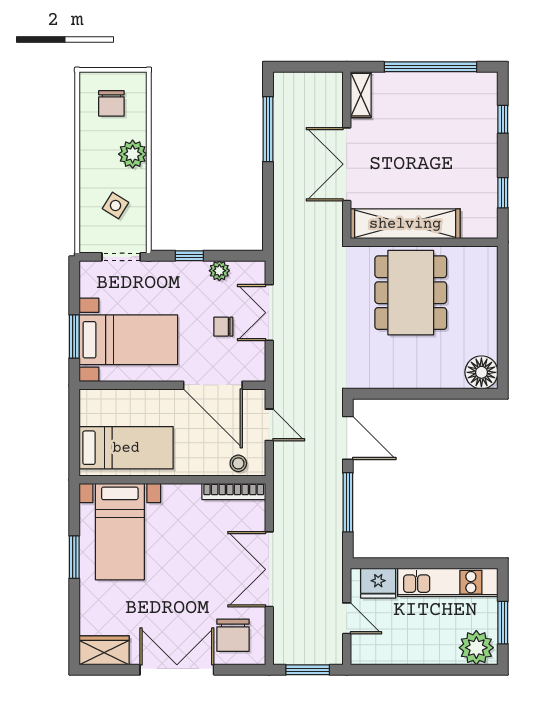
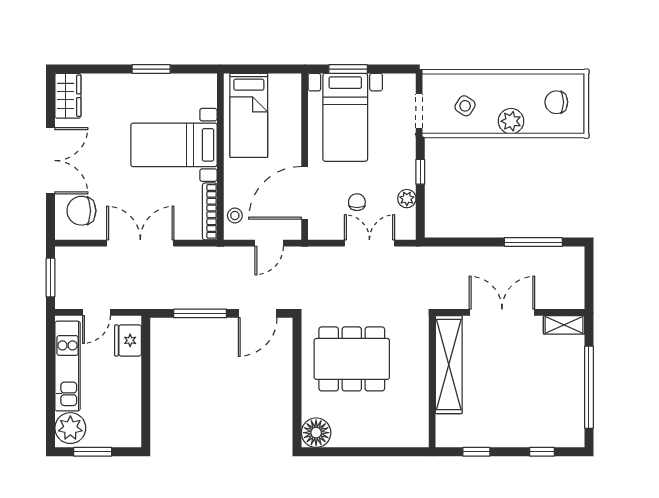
dining table: (411, 293) -> (352, 359), moved
bed with nightstands: (120, 532) -> (174, 145), moved
kitchen unit: (448, 582) -> (68, 366), moved, turned 180

